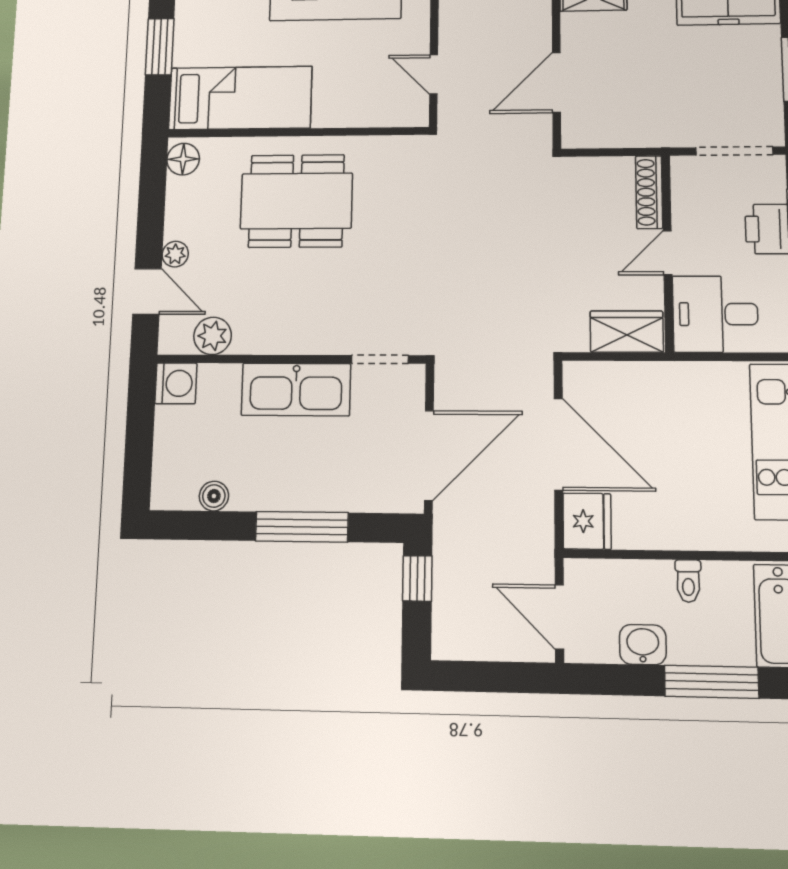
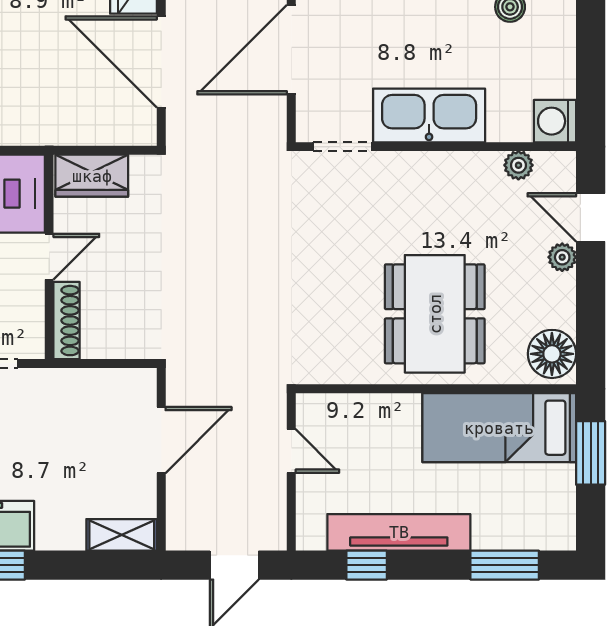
window: (160, 47) -> (591, 453), moved
floor lamp: (183, 159) -> (552, 354), width x1.38, depth x1.38
dining table: (296, 201) -> (435, 314), turned 90
plant: (213, 336) -> (518, 165), width x0.73, depth x0.73

